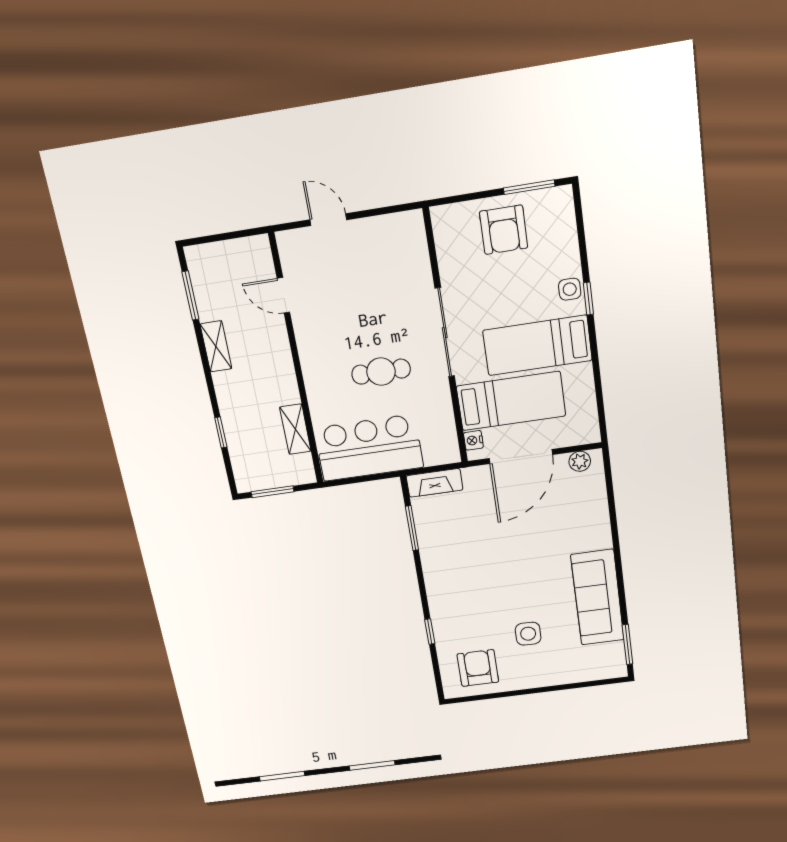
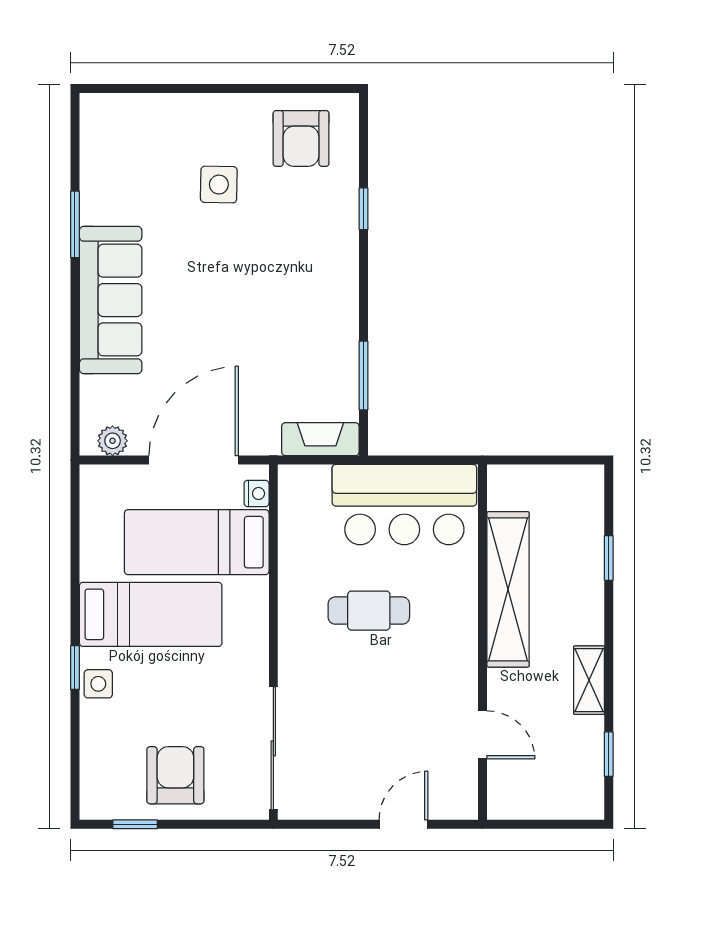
window: (529, 187) -> (135, 824), width x0.67
door: (328, 220) -> (403, 824), swing flipped
window: (190, 296) -> (609, 754), width x0.67
sliding door: (445, 333) -> (273, 748), moved
shelving: (295, 429) -> (508, 589), width x2.20, depth x1.33
window: (273, 492) -> (554, 460), removed
sofa: (597, 598) -> (111, 300), moved
window: (627, 645) -> (75, 224), moved

